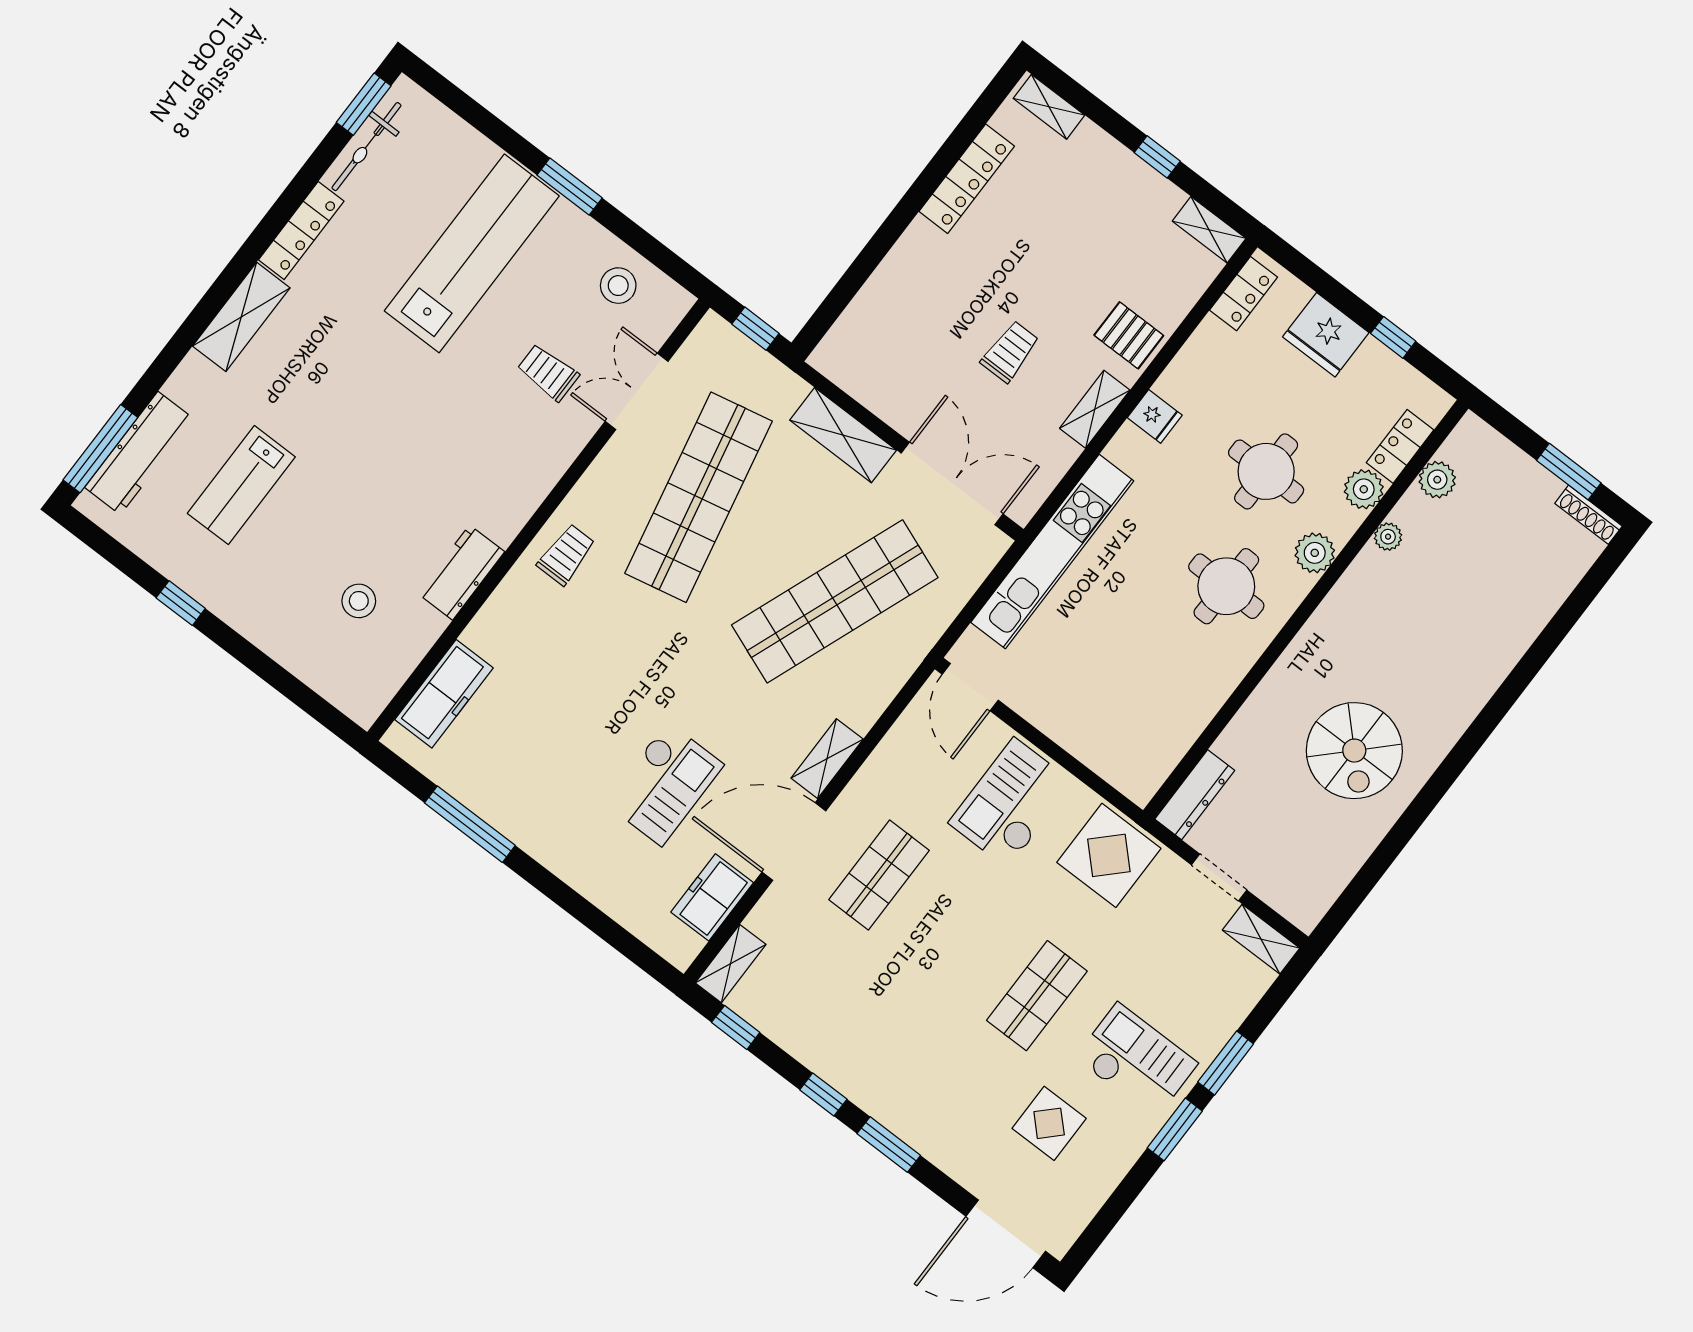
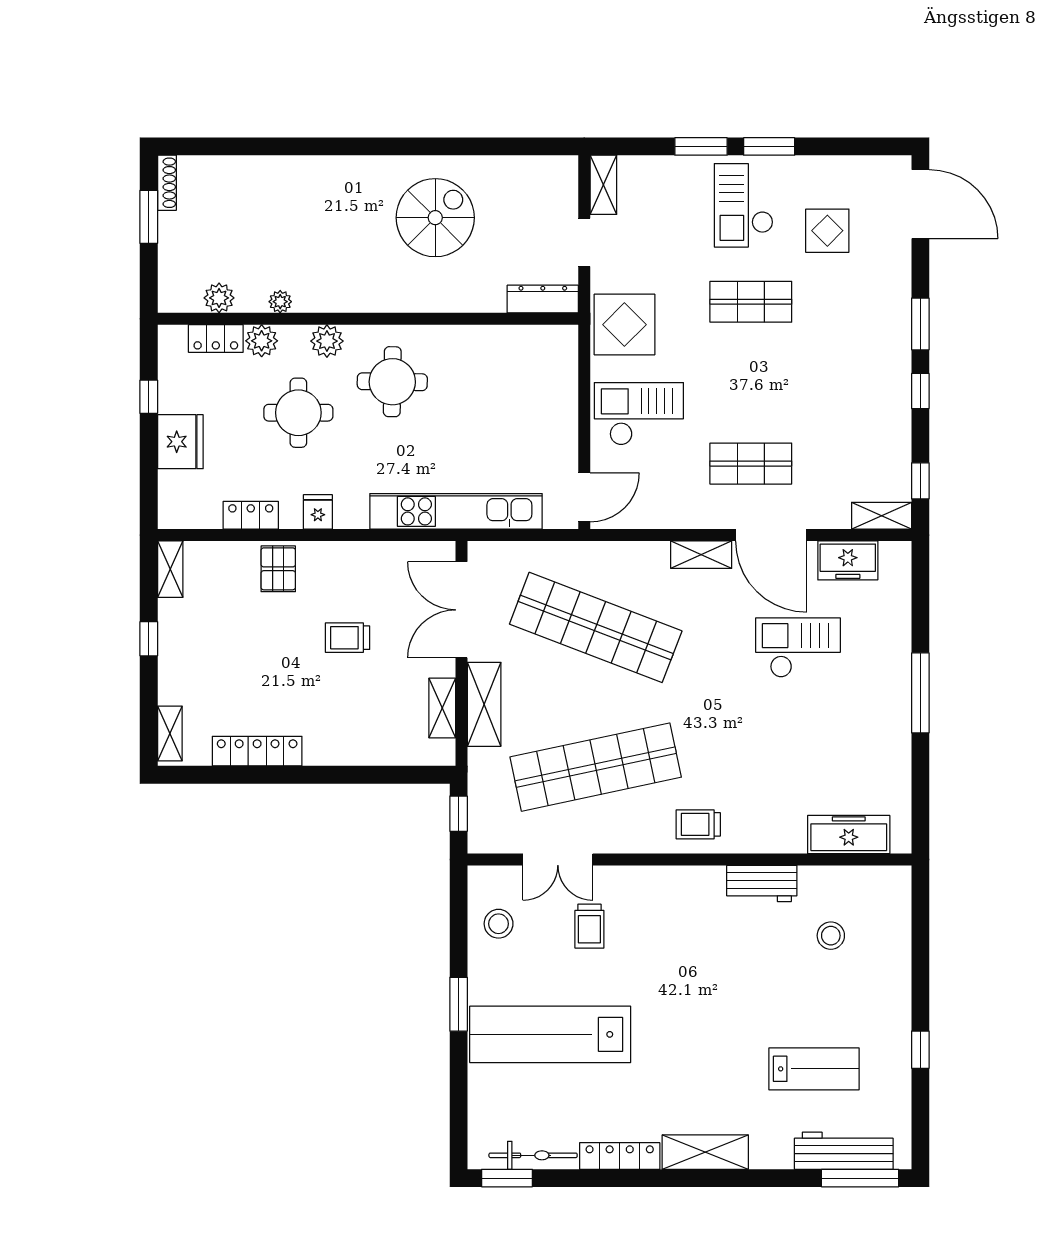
locker: (1243, 294) -> (251, 515), moved
shelving: (1095, 409) -> (442, 708), moved, turned 90
checkout: (1011, 803) -> (639, 414), turned 180
window: (470, 824) -> (920, 693), moved

